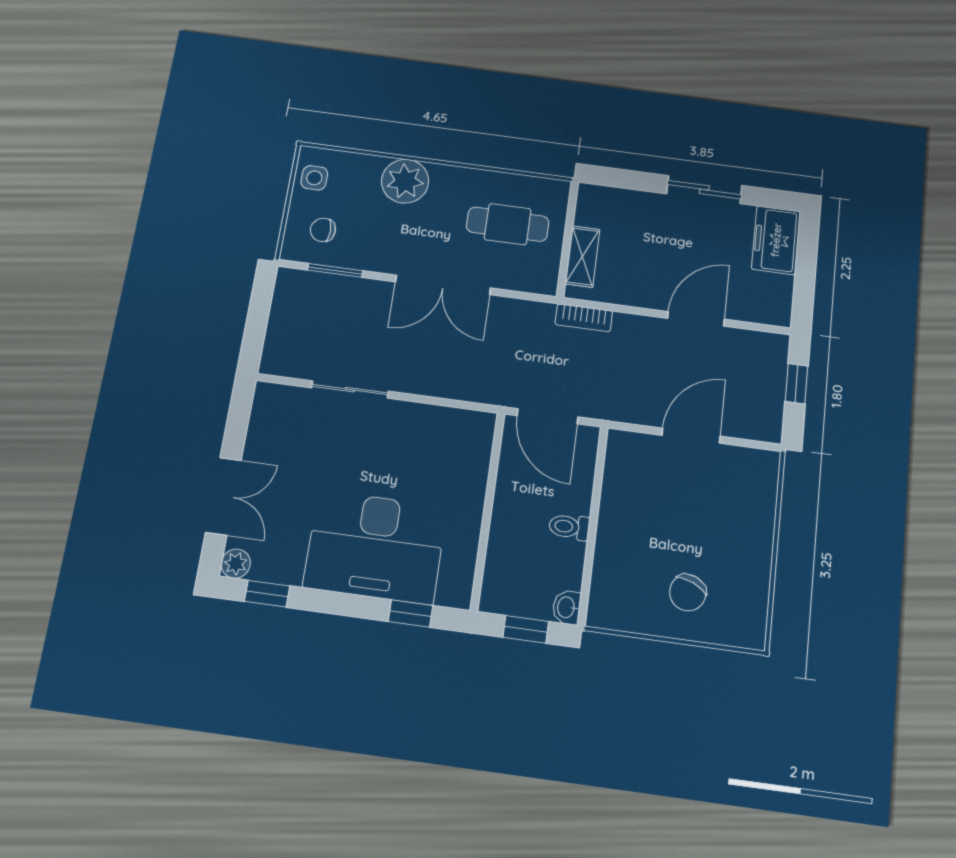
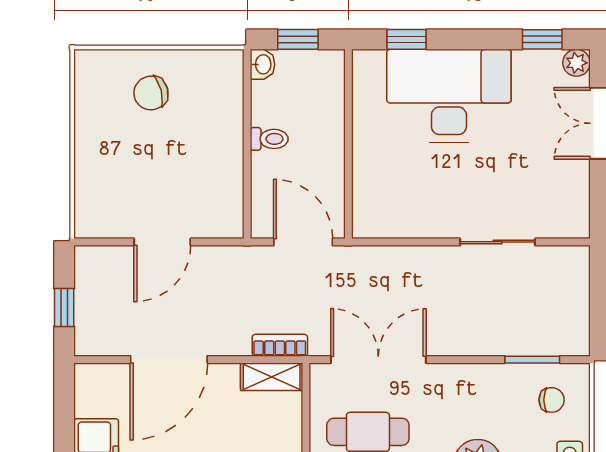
shelving: (582, 257) -> (272, 377), moved, turned 90
double door: (443, 285) -> (378, 360), moved
door: (696, 319) -> (169, 360), width x1.36
chair: (688, 593) -> (151, 93), turned -128

